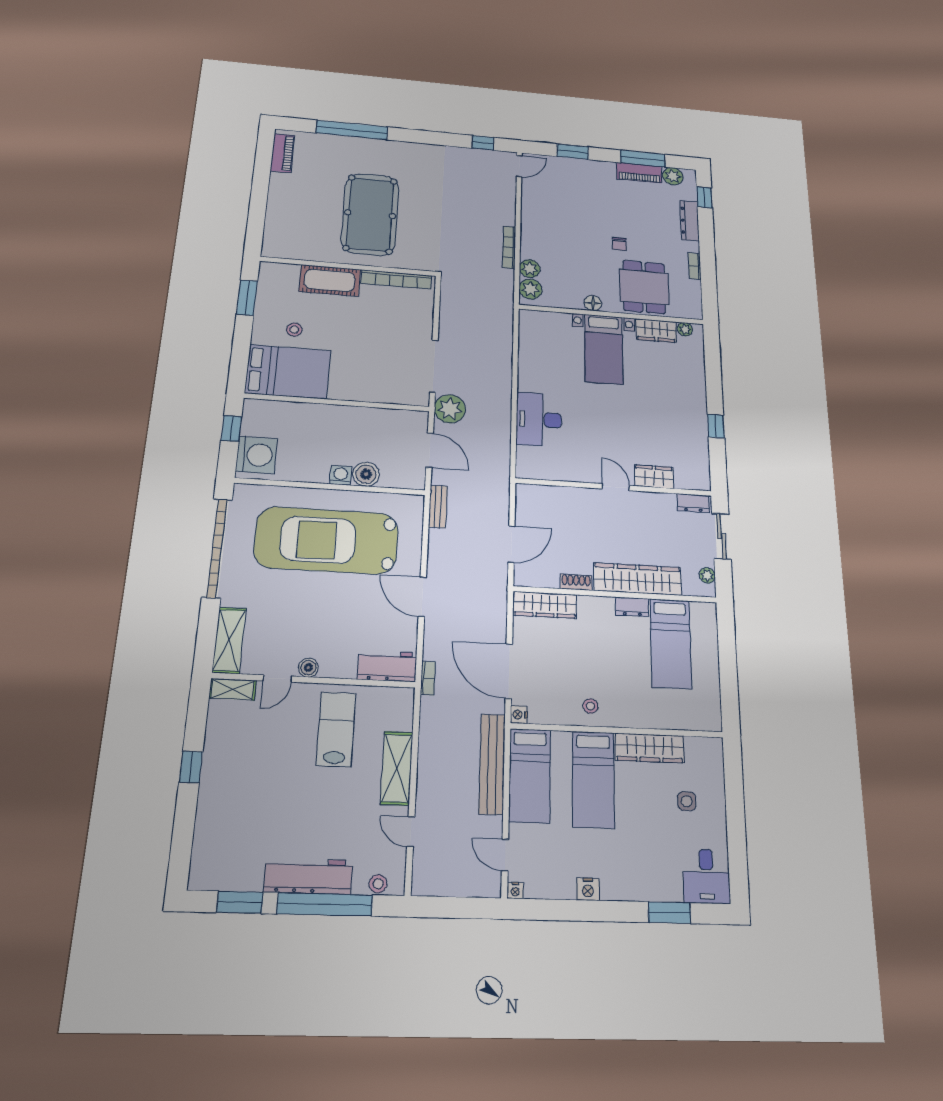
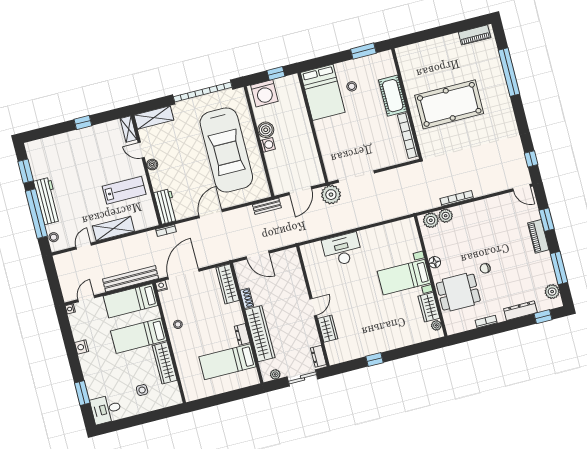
piano: (639, 173) -> (538, 236), moved
boiler: (366, 474) -> (266, 130), moved
car: (327, 540) -> (226, 150), turned 180

